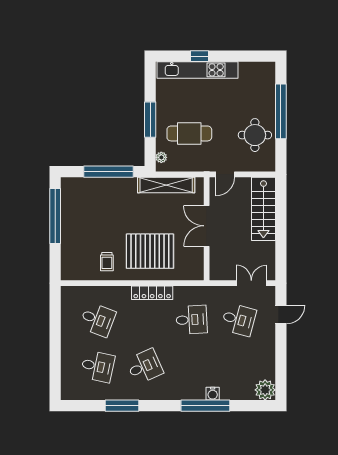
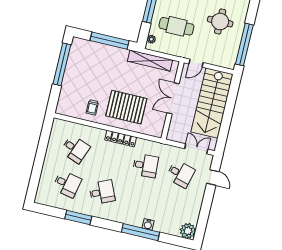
window: (281, 111) -> (244, 44), moved
round table: (255, 135) -> (220, 22), moved
stairs: (263, 209) -> (212, 103), width x1.36, depth x1.51
door: (281, 314) -> (213, 177), hinge flipped

